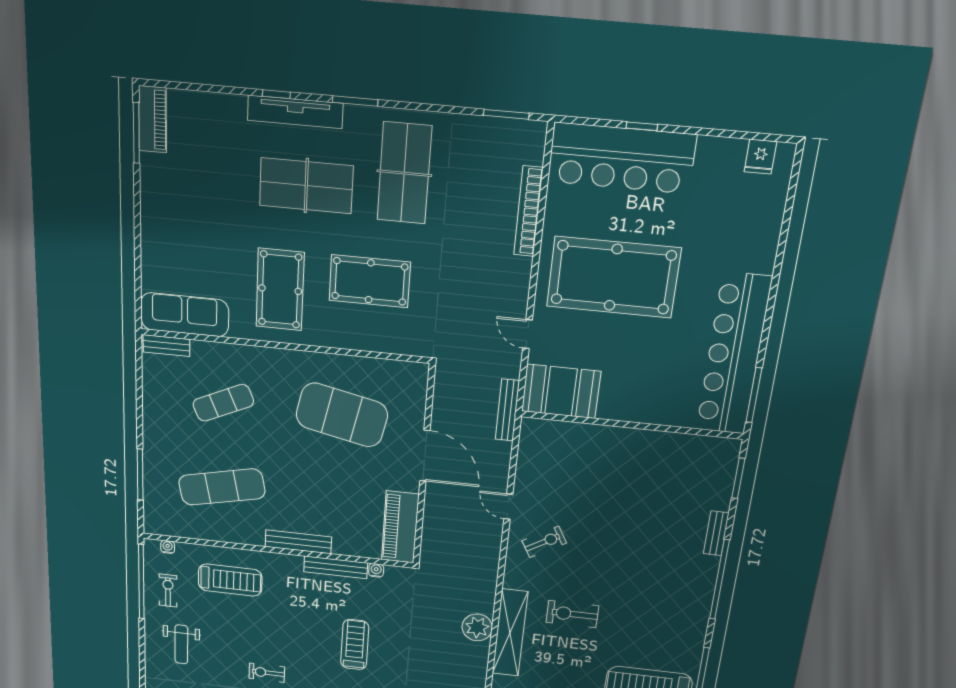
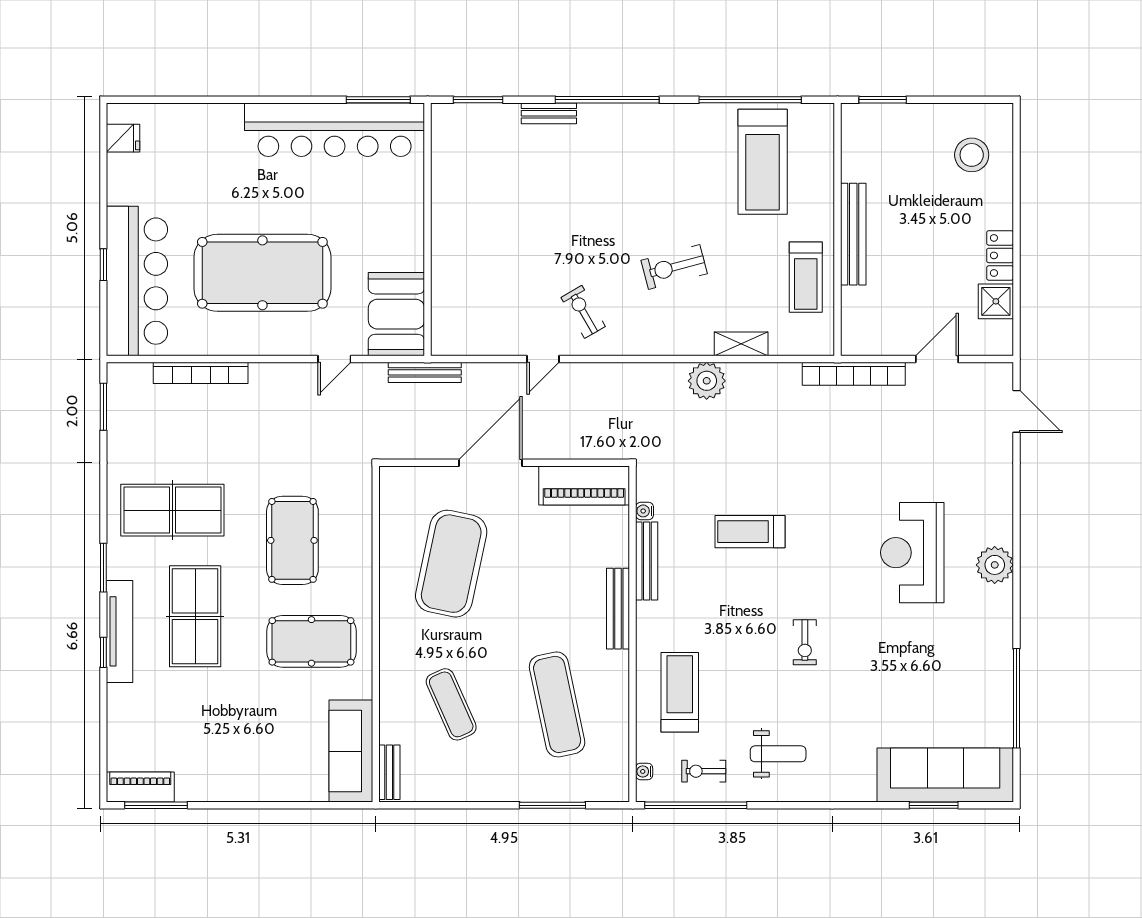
pool table: (613, 277) -> (262, 273), turned 90
exercise bike: (572, 614) -> (674, 267), turned 75
shelving: (510, 633) -> (741, 344), width x0.45, depth x0.75

